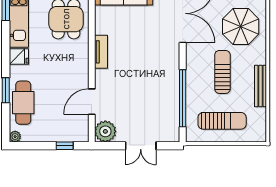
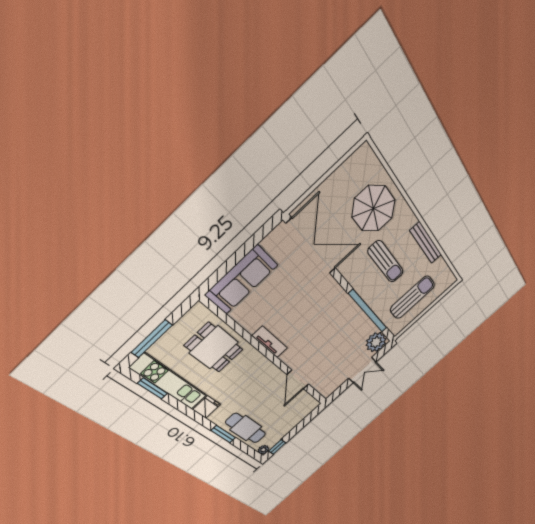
sun lounger: (222, 72) -> (386, 262), turned 180
plant: (105, 131) -> (376, 342), moved
window: (65, 146) -> (277, 447), moved

